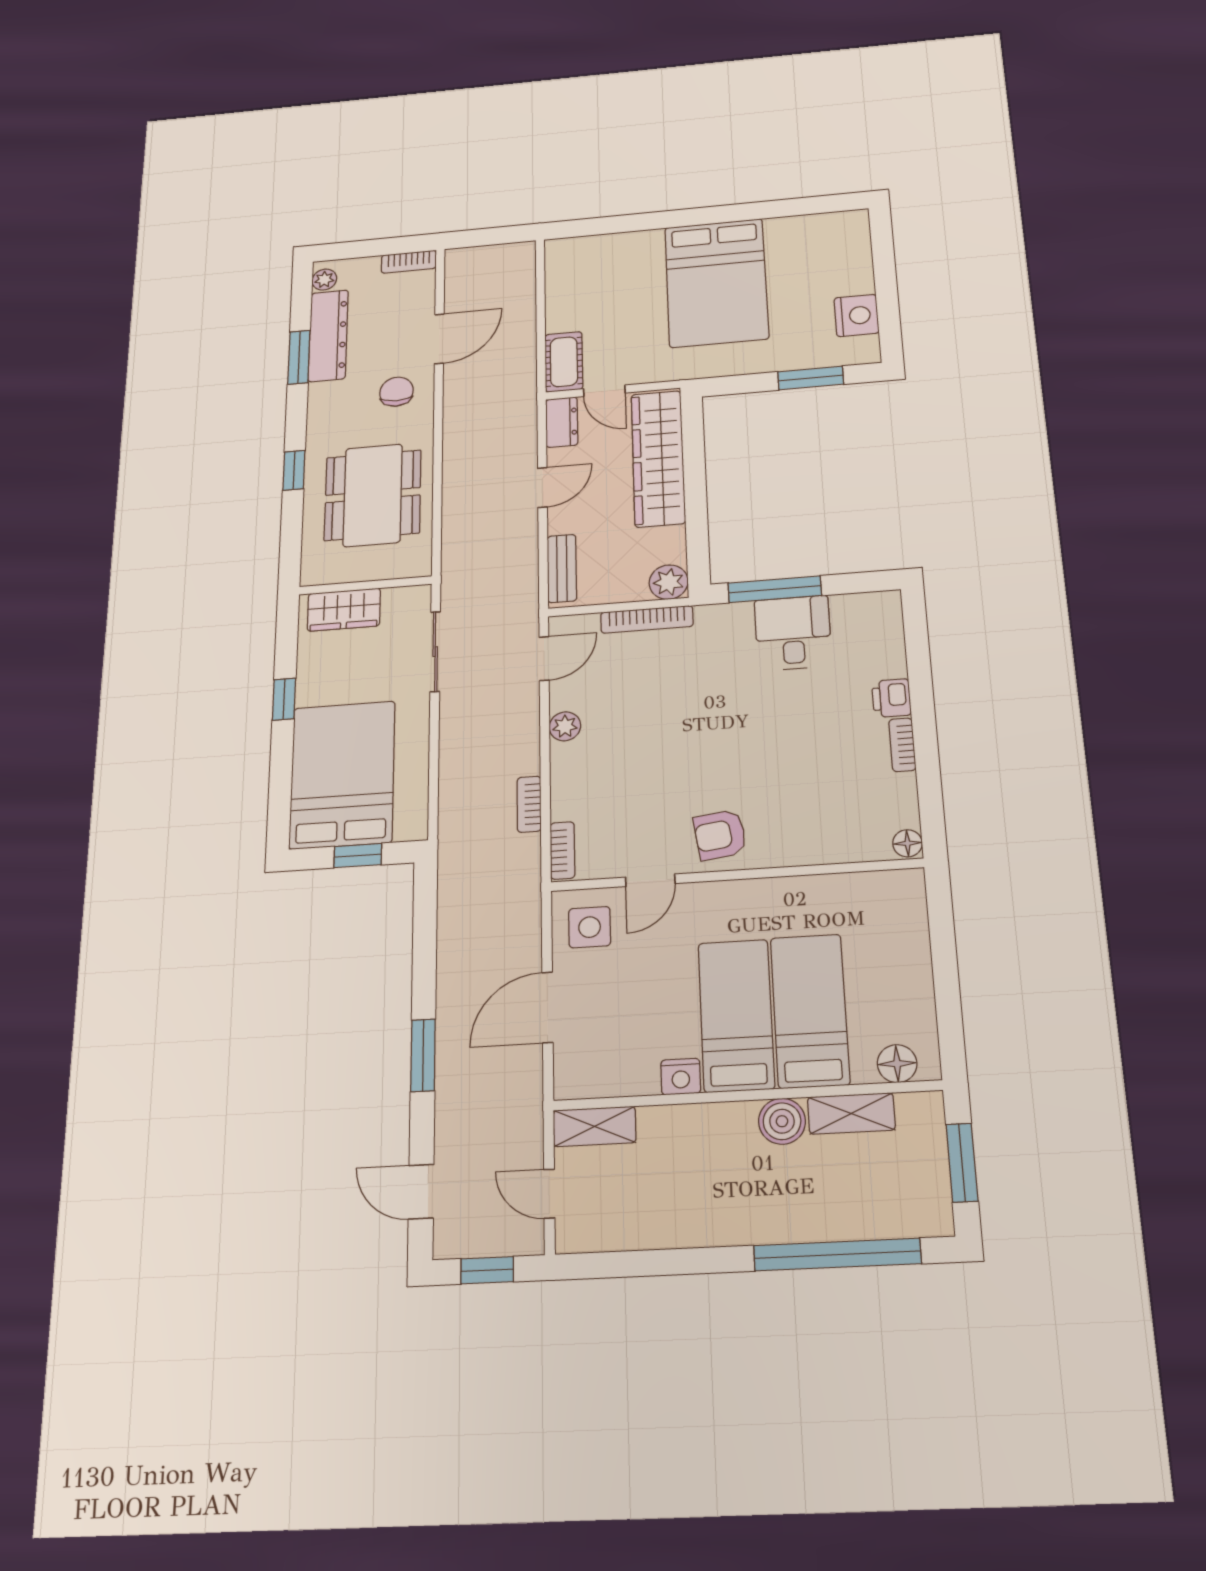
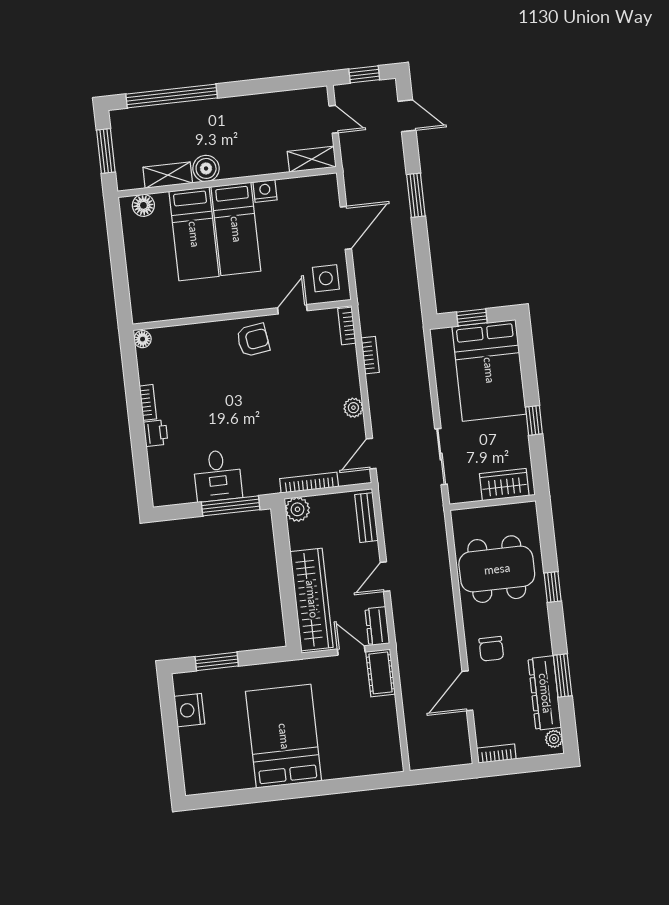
dining table: (373, 495) -> (497, 569), turned 90

